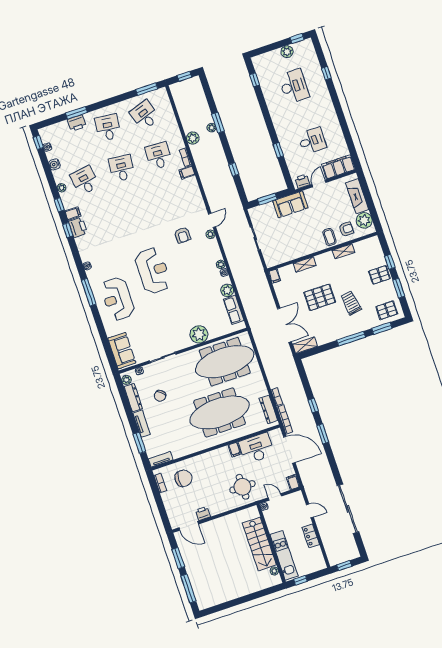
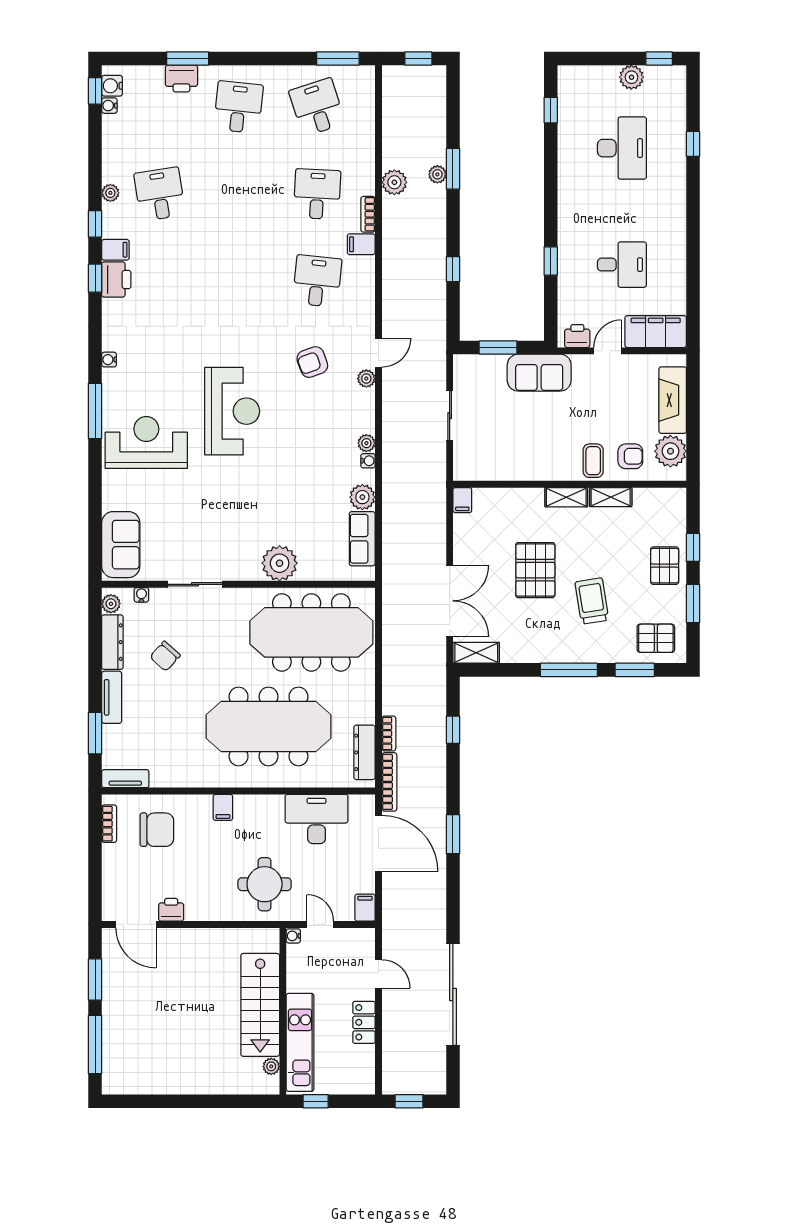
water cooler: (55, 164) -> (112, 86), moved
desk: (122, 168) -> (317, 281), moved
armchair: (183, 235) -> (312, 362), turned 70
shelving: (305, 264) -> (566, 497), moved
pallet: (379, 275) -> (665, 566), turned 90
pallet: (320, 297) -> (535, 570), turned 90
reception desk: (118, 299) -> (146, 442), turned 90
window: (313, 406) -> (453, 730), moved
filing cabinet: (235, 449) -> (223, 807), moved

